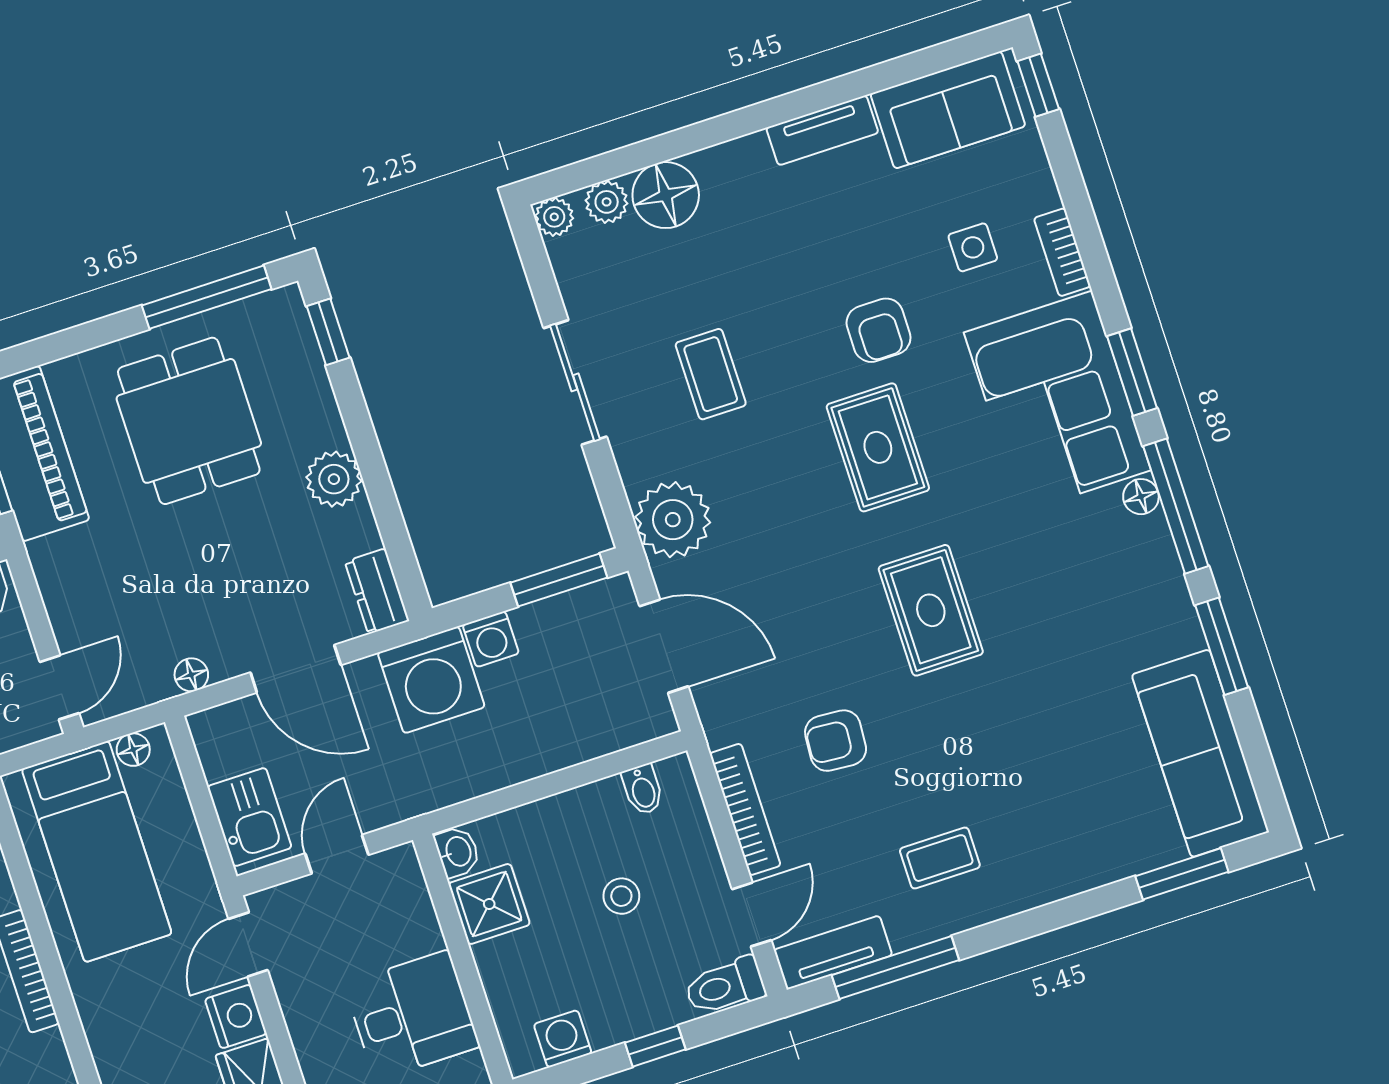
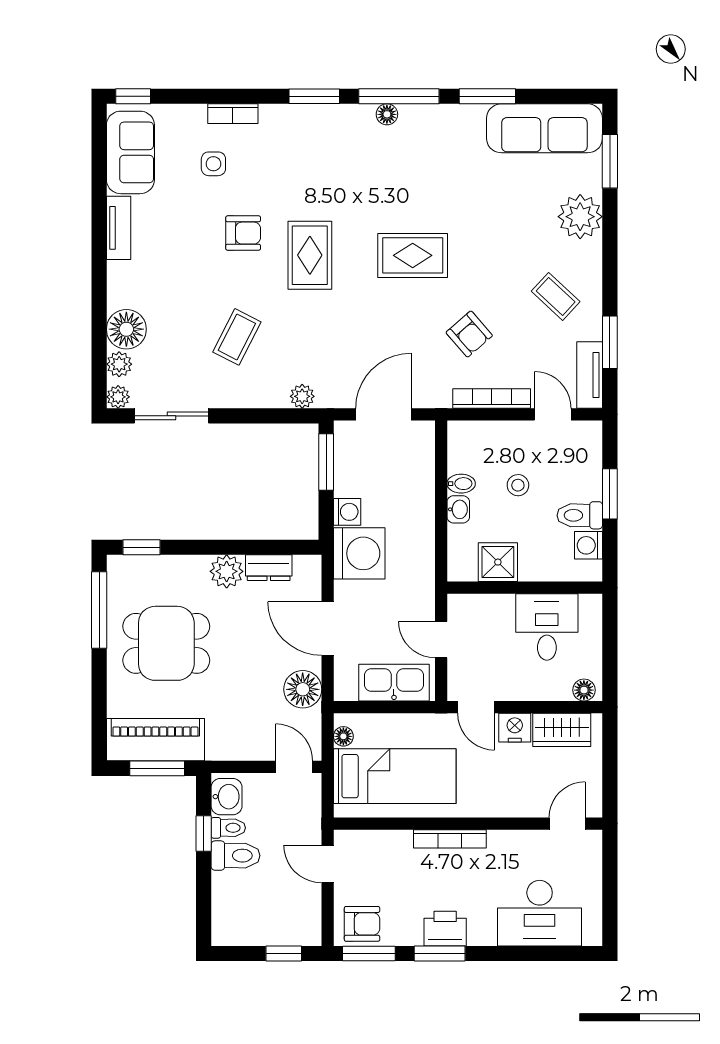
coffee table: (711, 374) -> (237, 337), turned -63
sliding door: (575, 382) -> (171, 416), moved
corner sofa: (1057, 401) -> (317, 144), removed
rug: (878, 447) -> (310, 255), turned 90
plant: (673, 520) -> (302, 396), width x0.53, depth x0.53
dresser: (377, 591) -> (269, 568), moved
door: (296, 669) -> (328, 629), swing flipped
floor lamp: (191, 675) -> (303, 689), width x1.89, depth x1.89
armchair: (836, 741) -> (469, 334), turned -45
bidet: (643, 789) -> (461, 484), moved
kitchen sink: (249, 817) -> (394, 683), width x1.38
washbasin: (457, 852) -> (458, 509), moved, turned 90
plant: (1079, 856) -> (580, 217), added
coffee table: (940, 858) -> (556, 296), turned -47
window: (895, 968) -> (610, 342), width x0.69
toilet: (725, 986) -> (580, 515), moved, turned 90
window: (655, 1046) -> (610, 494), width x1.50

